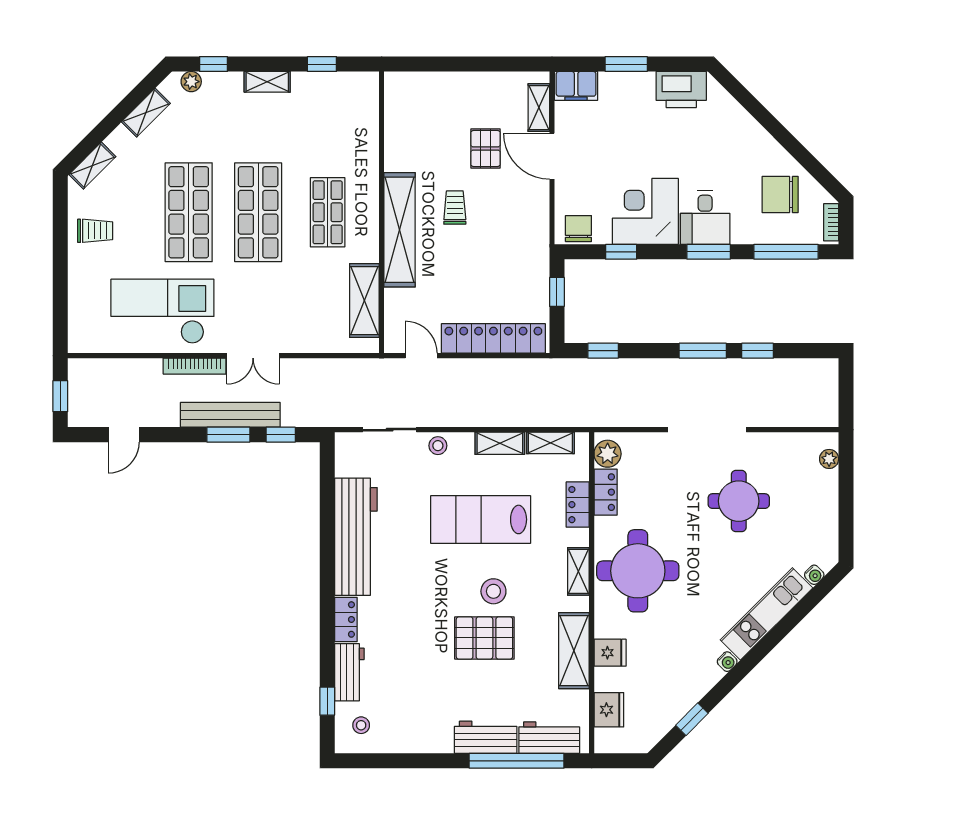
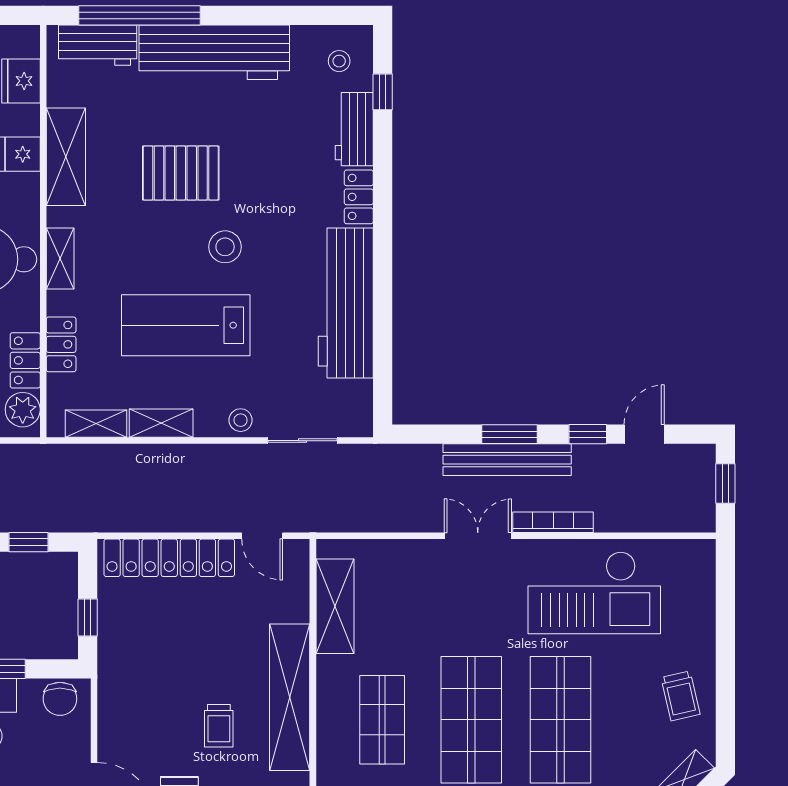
trolley: (95, 231) -> (681, 696), turned -103
window: (281, 435) -> (588, 434), moved
lab bench: (481, 519) -> (186, 325), turned 180
stool: (493, 591) -> (225, 247), moved
workbench: (486, 737) -> (214, 52), width x1.87, depth x1.32

